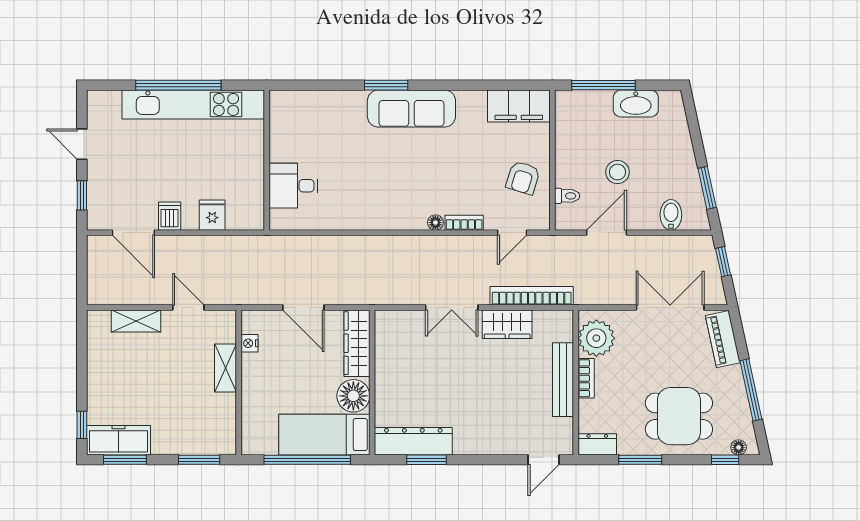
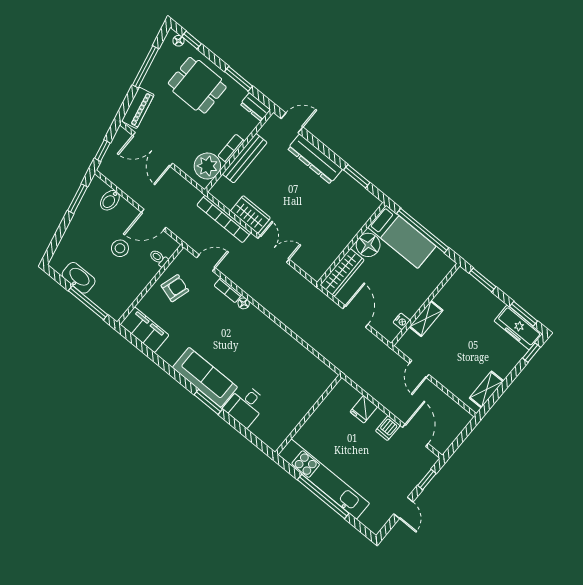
desk: (293, 186) -> (245, 405), moved, turned 90
shelving: (136, 321) -> (486, 389), moved, turned 90
dresser: (413, 441) -> (315, 159), moved

